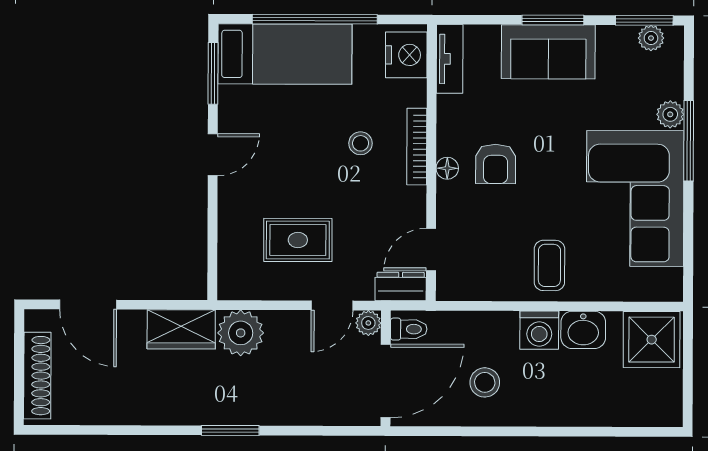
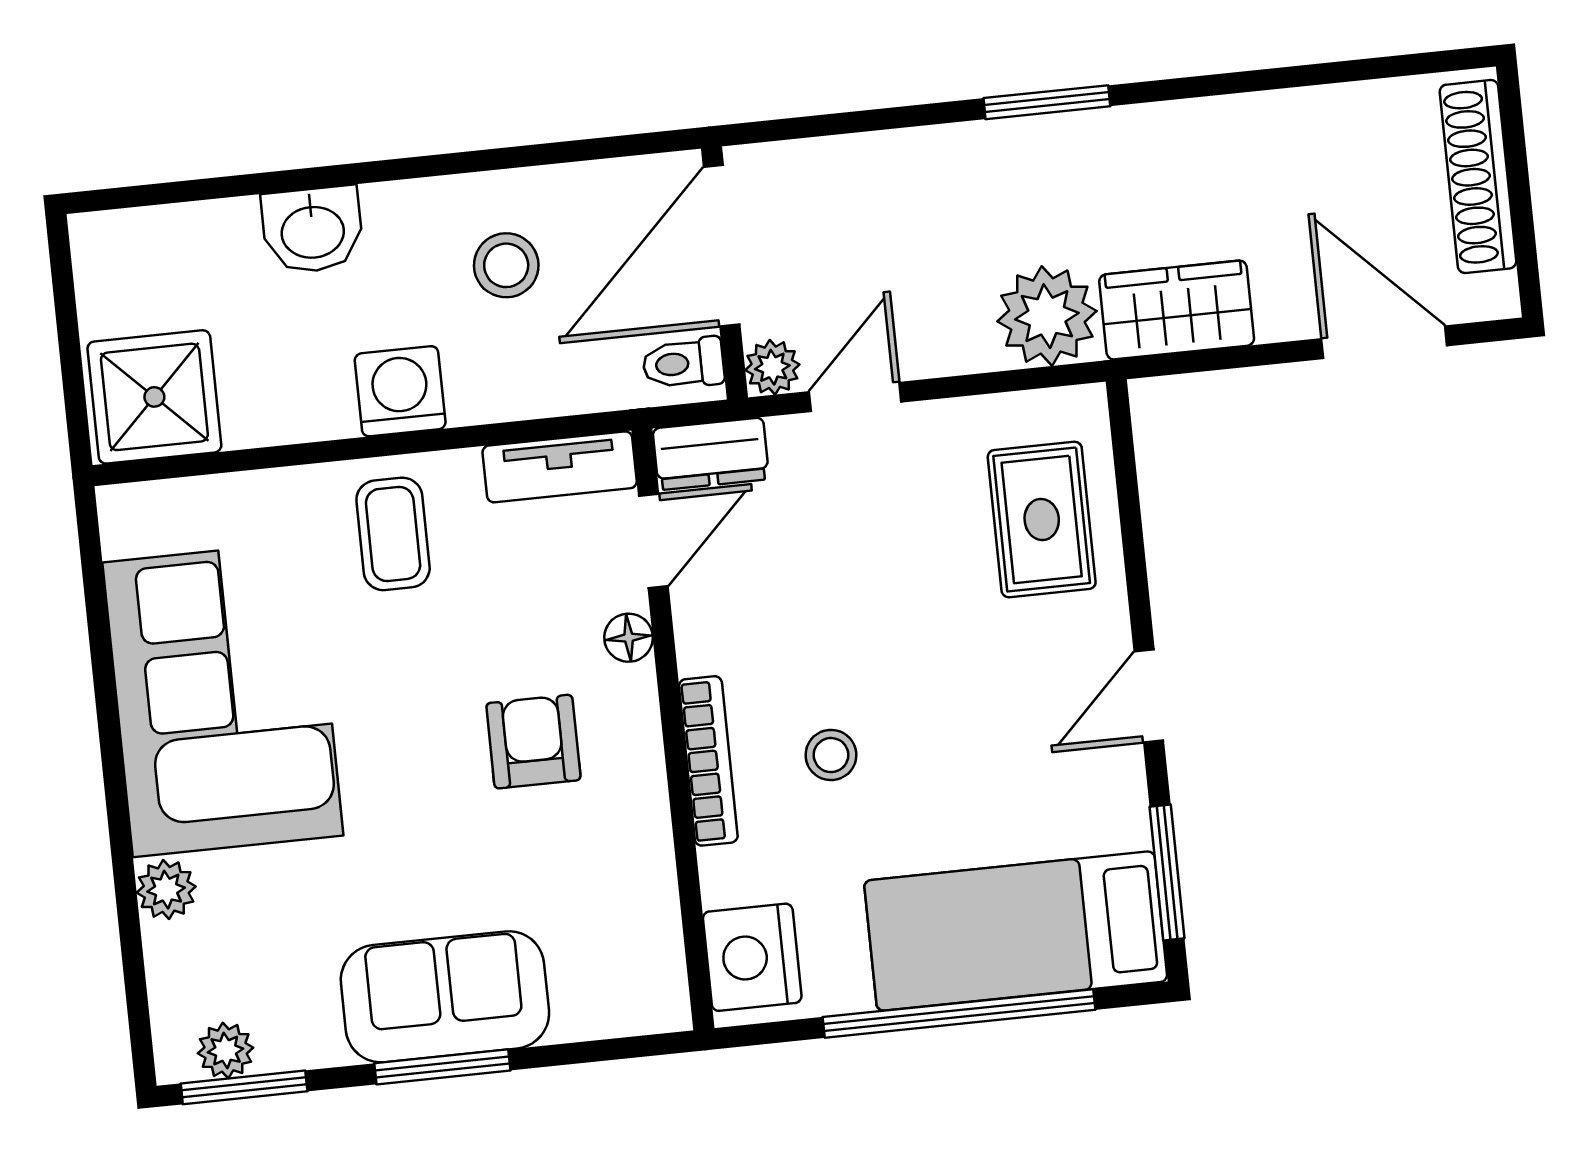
tv unit: (450, 59) -> (560, 467), moved, turned -90
window: (689, 141) -> (120, 836), removed
floor lamp: (447, 168) -> (629, 638), moved
rug: (298, 240) -> (1042, 519), moved, turned 90
washbasin: (583, 330) -> (312, 230), moved, turned 180

